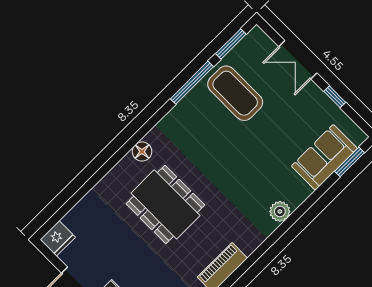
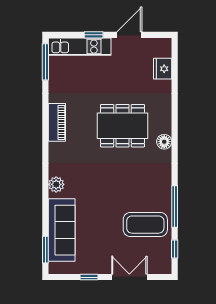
window: (231, 44) -> (175, 249), width x0.67
sofa: (324, 157) -> (62, 230), width x1.36
fridge: (58, 238) -> (163, 69), moved

